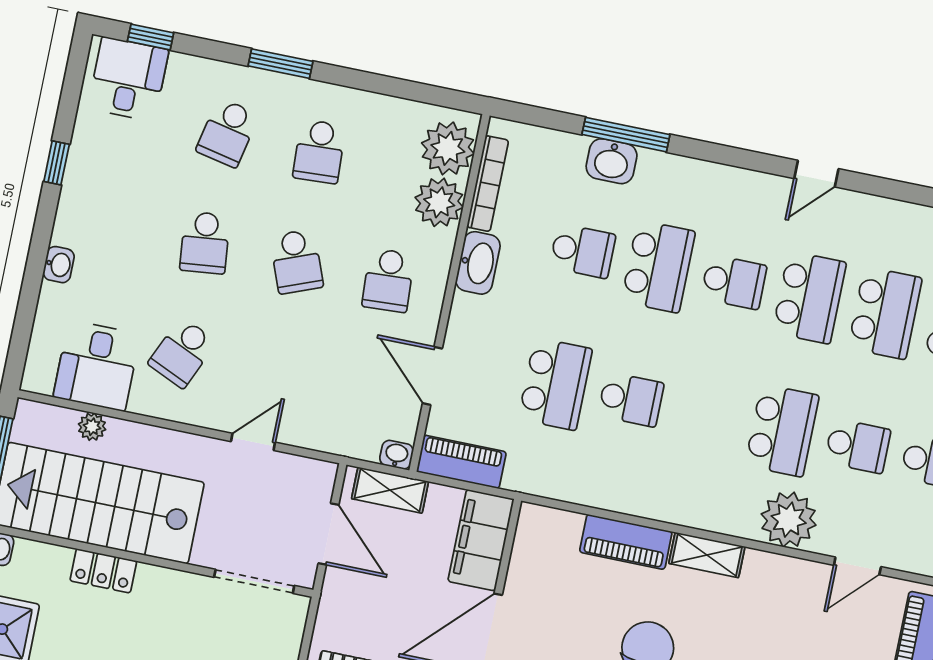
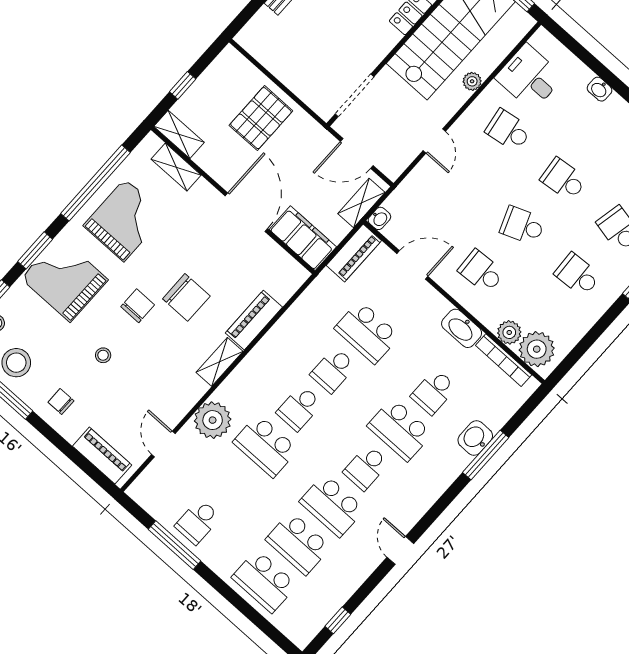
plant: (439, 202) -> (509, 332), width x0.73, depth x0.73
school desk: (182, 353) -> (508, 130), turned -33
plant: (92, 427) -> (472, 81), moved
school desk: (858, 446) -> (299, 408), moved

